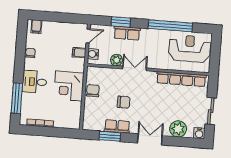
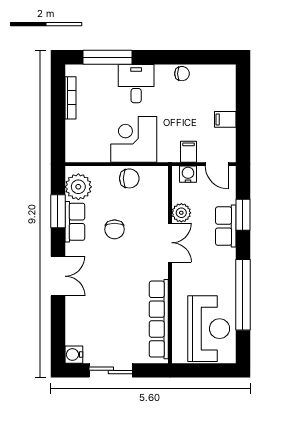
filing cabinet: (36, 27) -> (225, 119), moved
plant: (178, 129) -> (78, 187), moved

